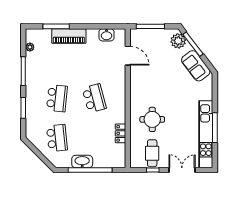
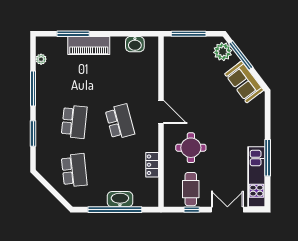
door: (128, 56) -> (161, 112), moved
kitchen unit: (206, 134) -> (256, 177), width x0.73
washbasin: (82, 162) -> (120, 199), moved

